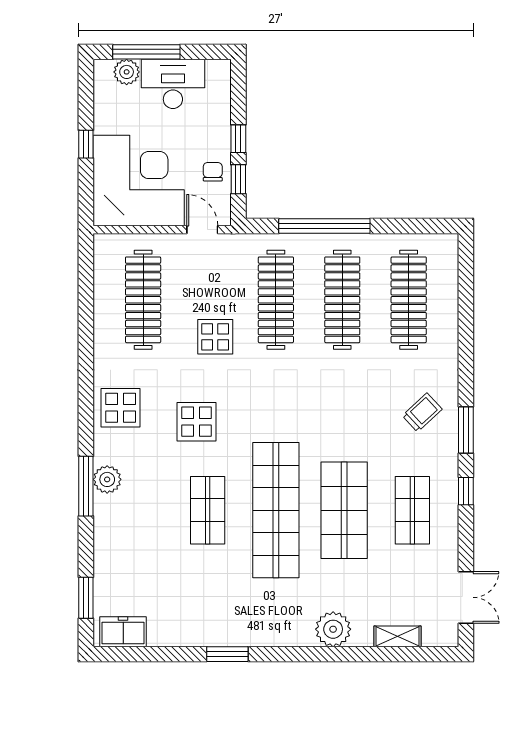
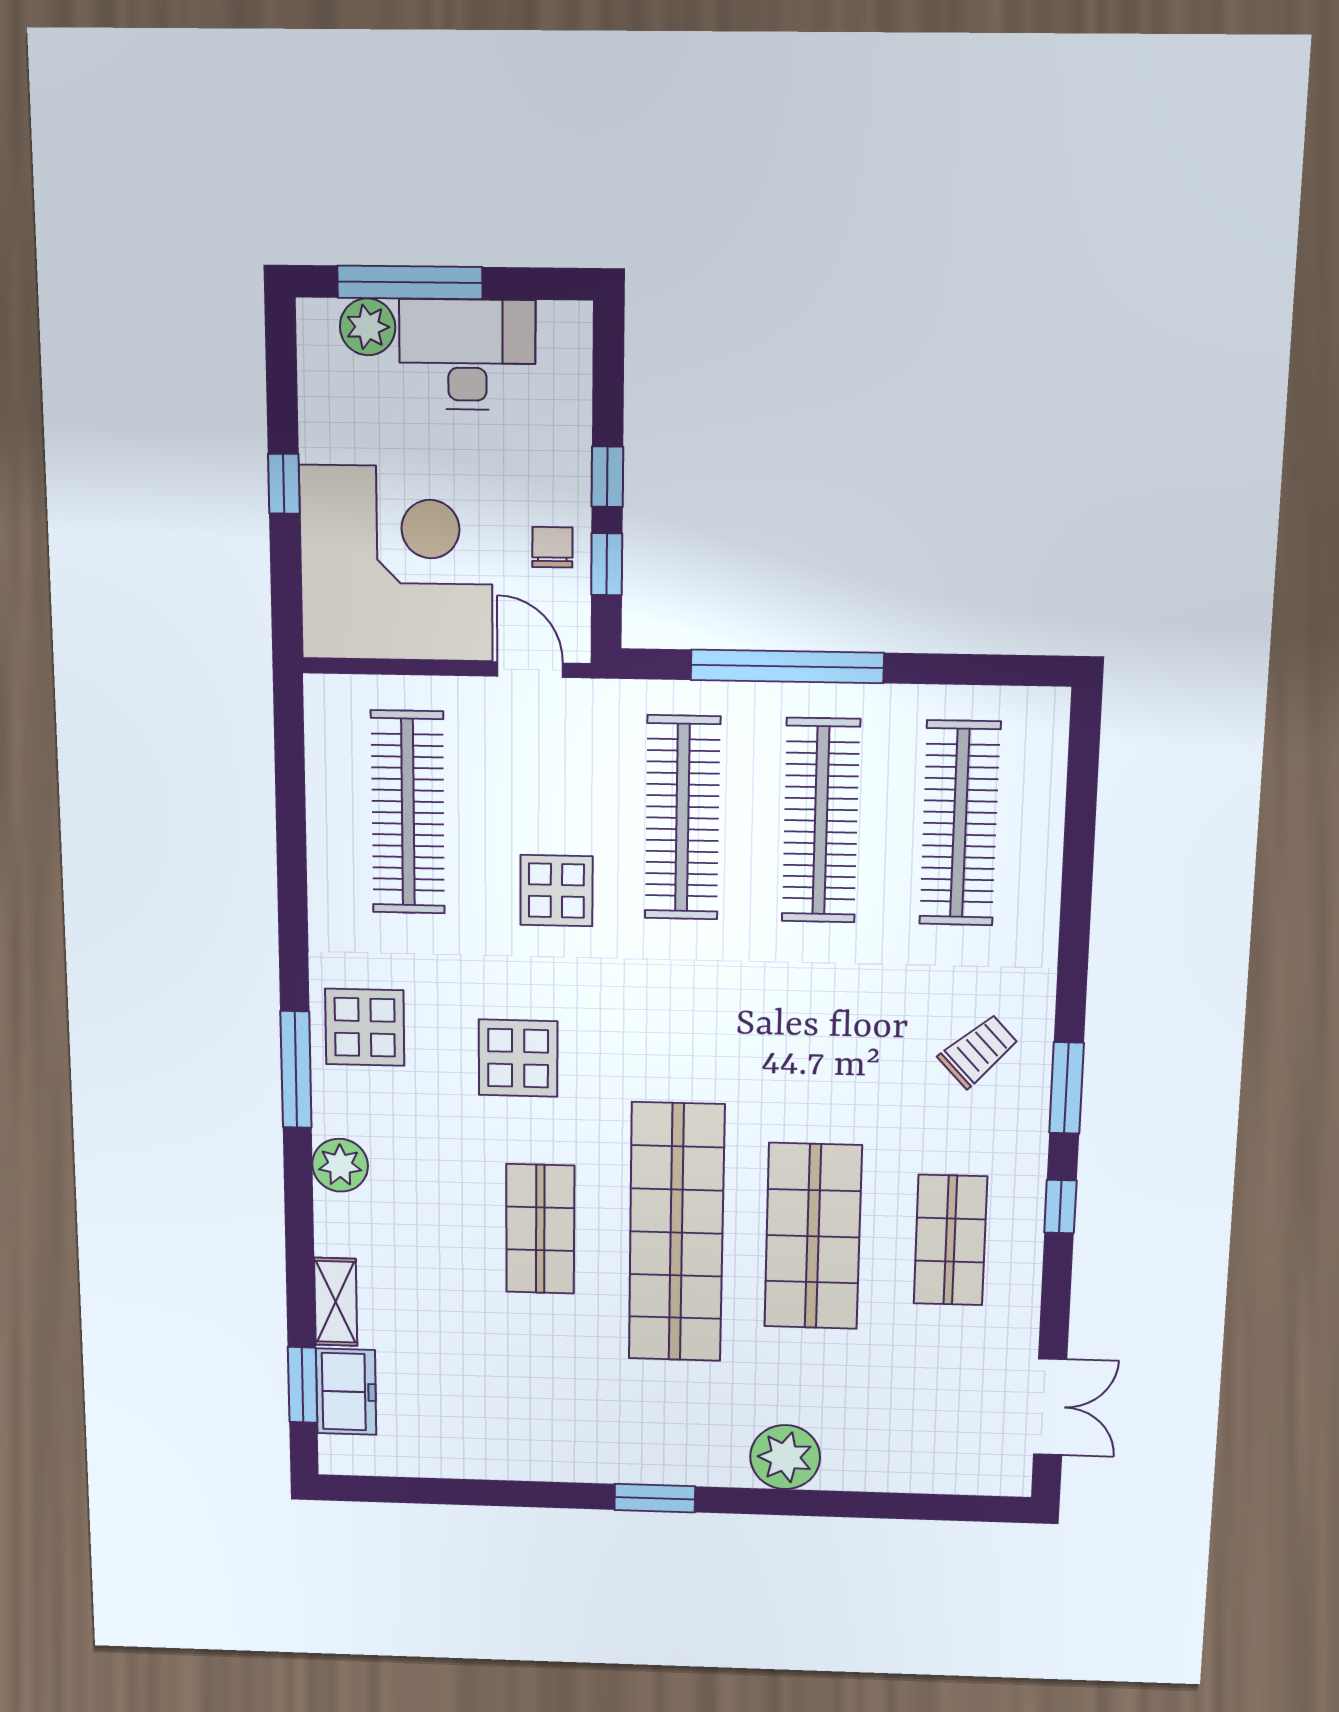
window: (86, 486) -> (296, 1069), moved
freezer: (123, 632) -> (346, 1392), moved, turned 90
shelving: (398, 636) -> (336, 1302), moved, turned 90
window: (227, 654) -> (655, 1498), moved

